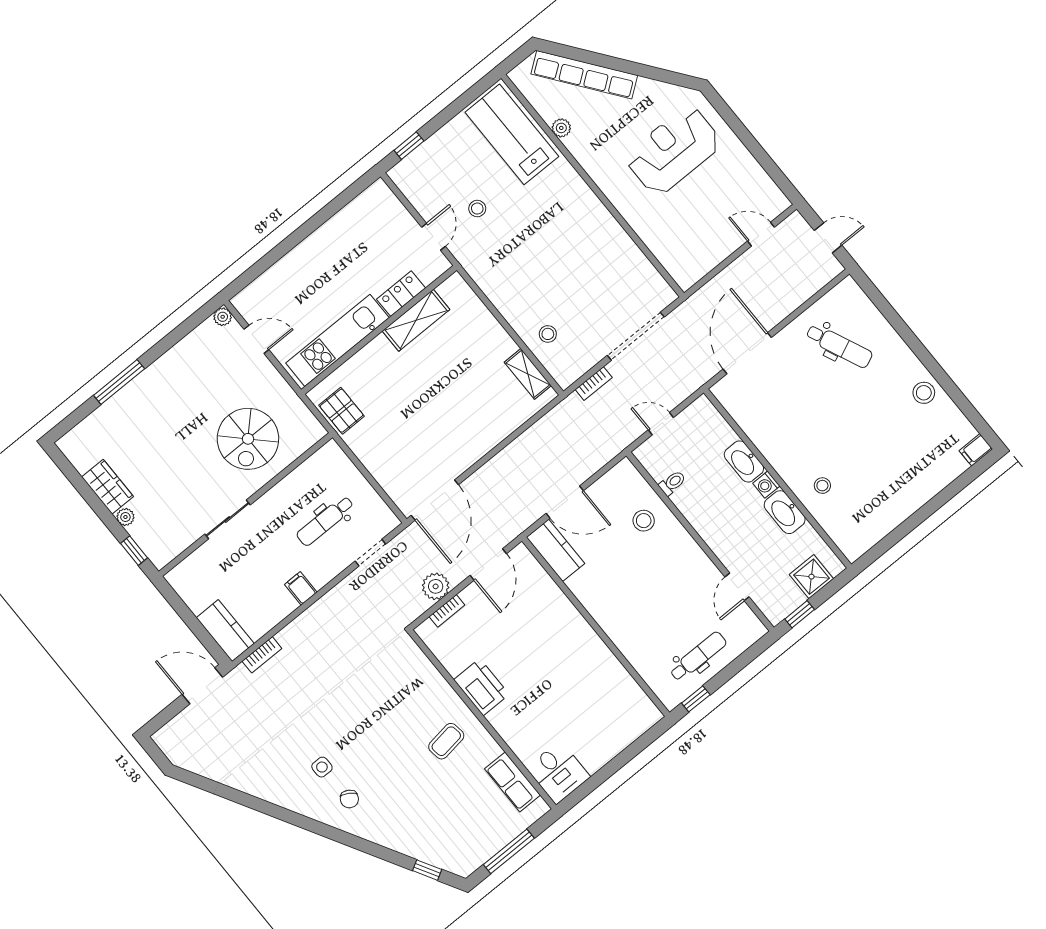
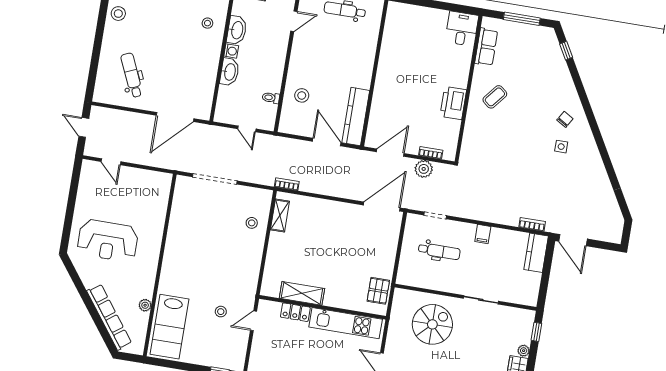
bookcase: (594, 384) -> (287, 184), moved
kitchen counter: (556, 550) -> (356, 117), width x1.50
coffee table: (446, 741) -> (495, 97), turned -43

